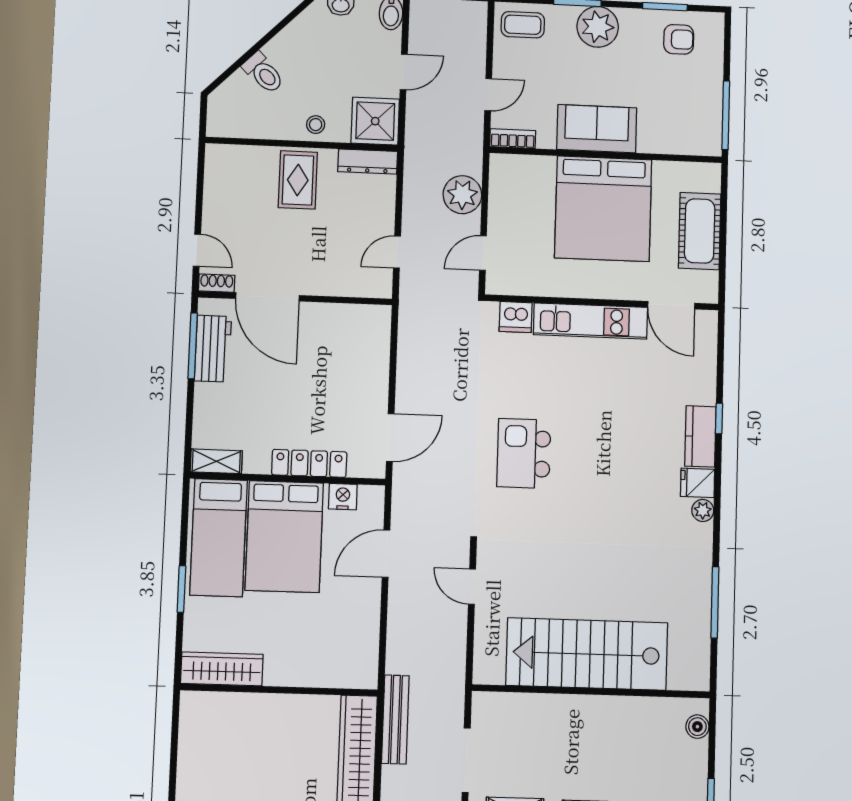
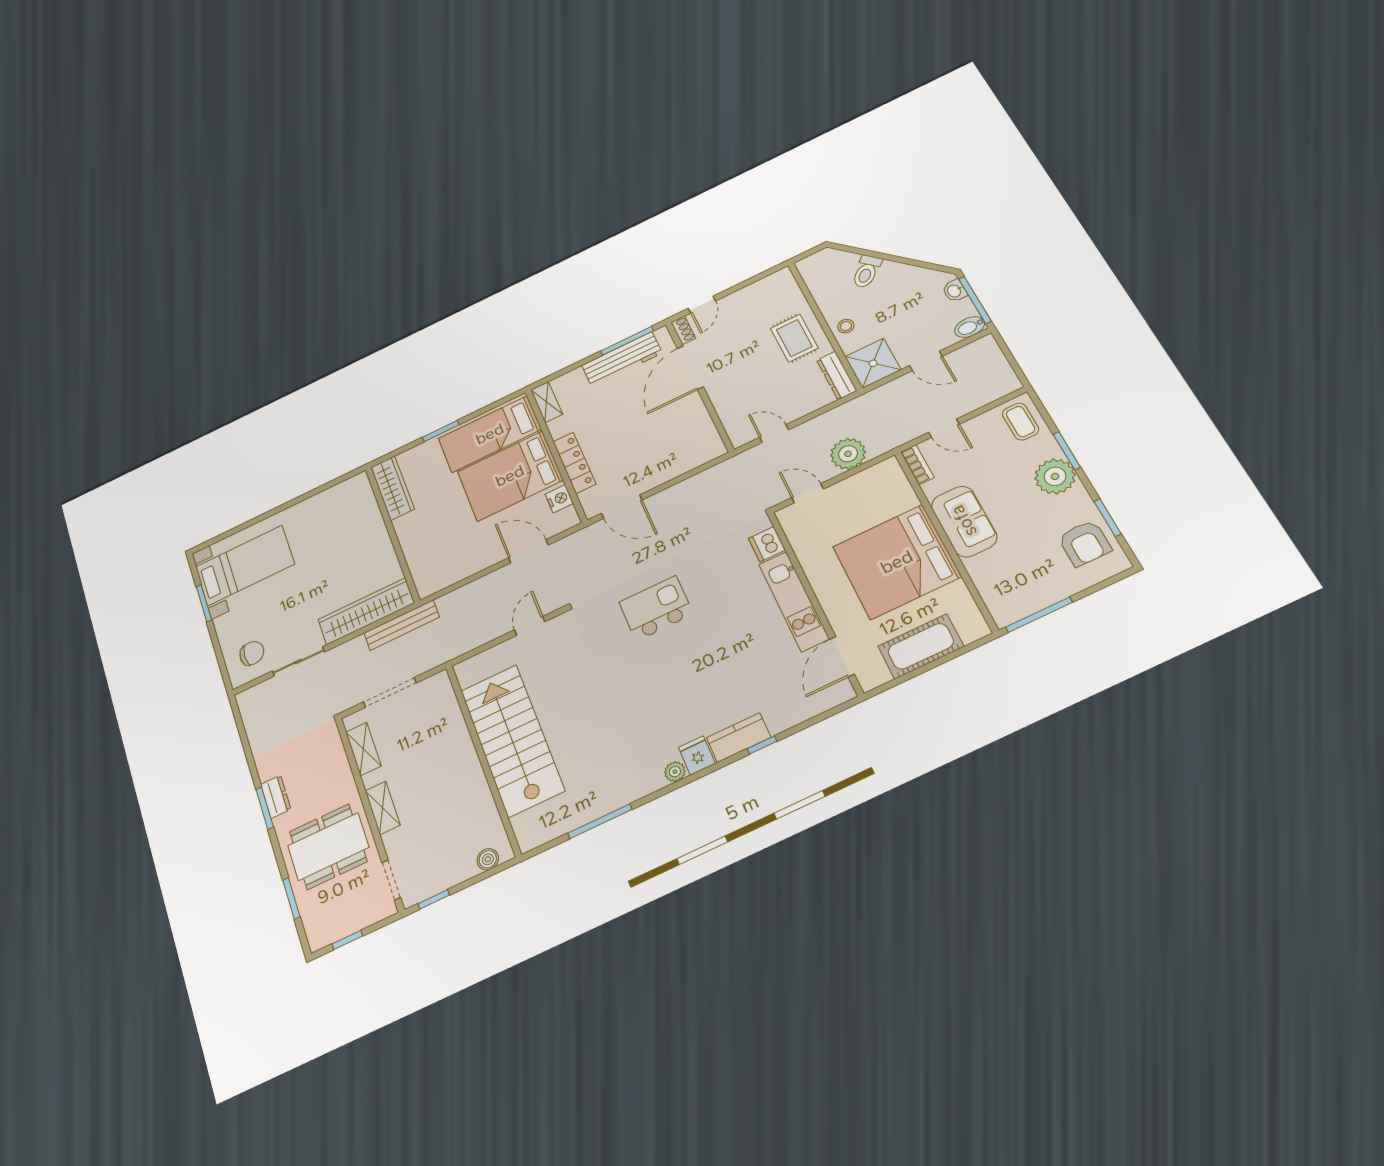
armchair: (679, 39) -> (1085, 543), width x1.38, depth x1.38
rug: (298, 180) -> (794, 338), turned 90
workbench: (213, 349) -> (622, 359), width x1.38

